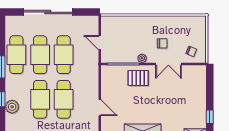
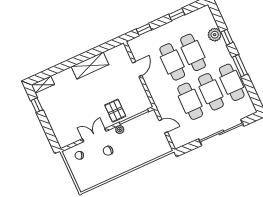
pallet: (138, 78) -> (115, 111), turned 90
door: (100, 108) -> (137, 69), swing flipped

